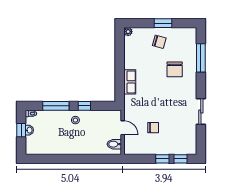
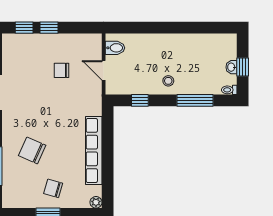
chair: (175, 69) -> (32, 150), turned -66
row of seats: (130, 82) -> (94, 150), width x2.02
window: (84, 106) -> (140, 100), moved

